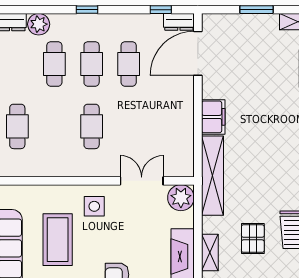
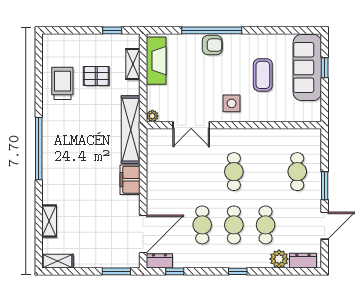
window: (257, 10) -> (116, 271), moved
plant: (181, 198) -> (152, 116), width x0.53, depth x0.53
pallet: (253, 239) -> (96, 76), turned 90
coffee table: (58, 240) -> (263, 75), width x0.73, depth x0.76

